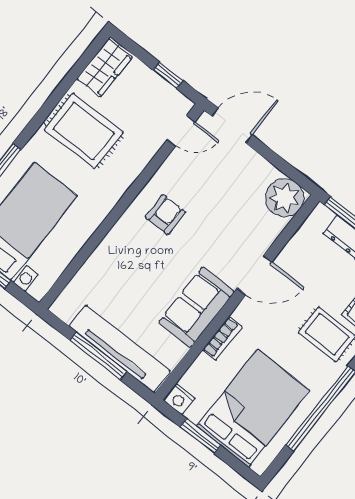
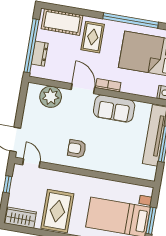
plant: (285, 198) -> (51, 97), moved
bookcase: (222, 338) -> (108, 85), moved

